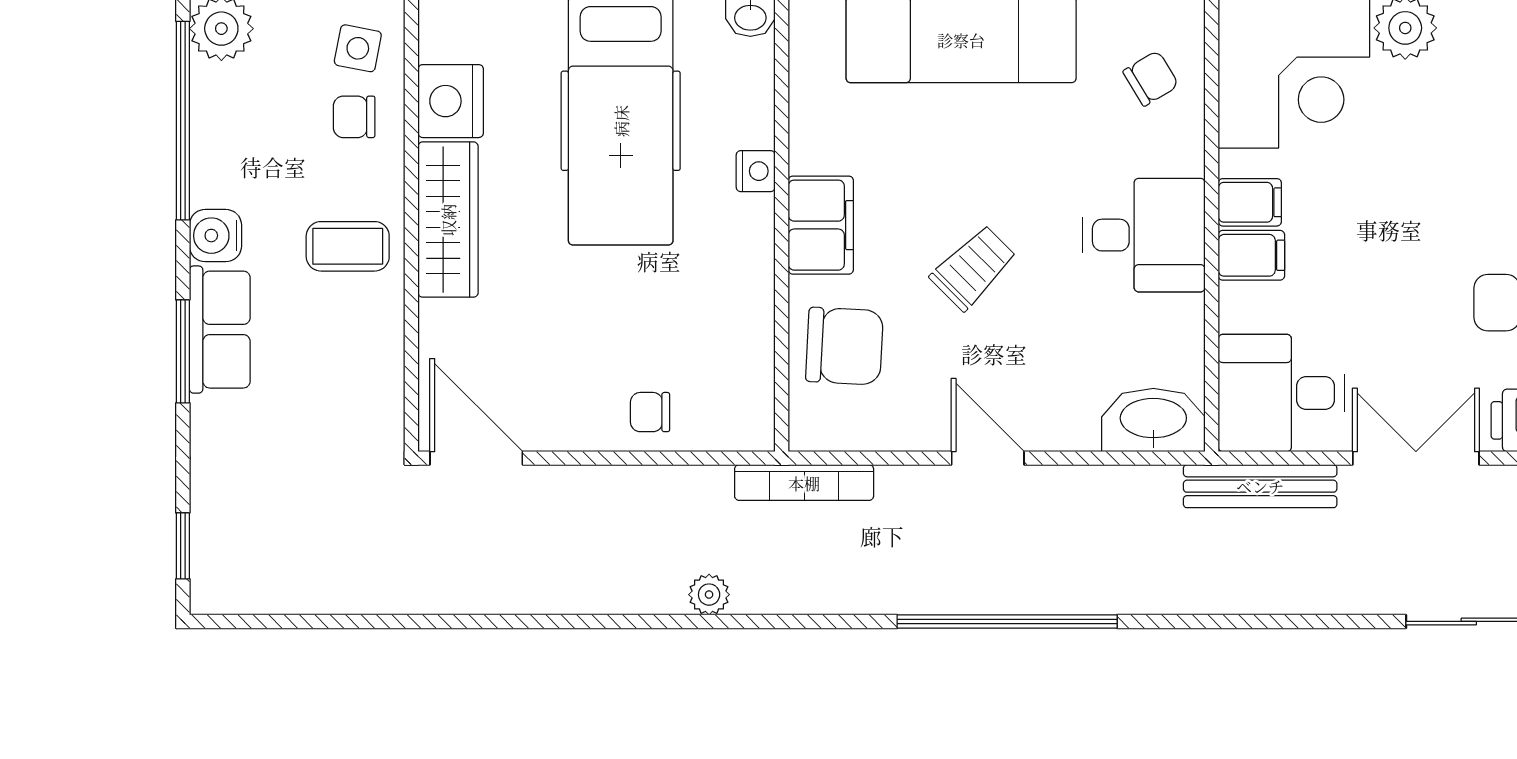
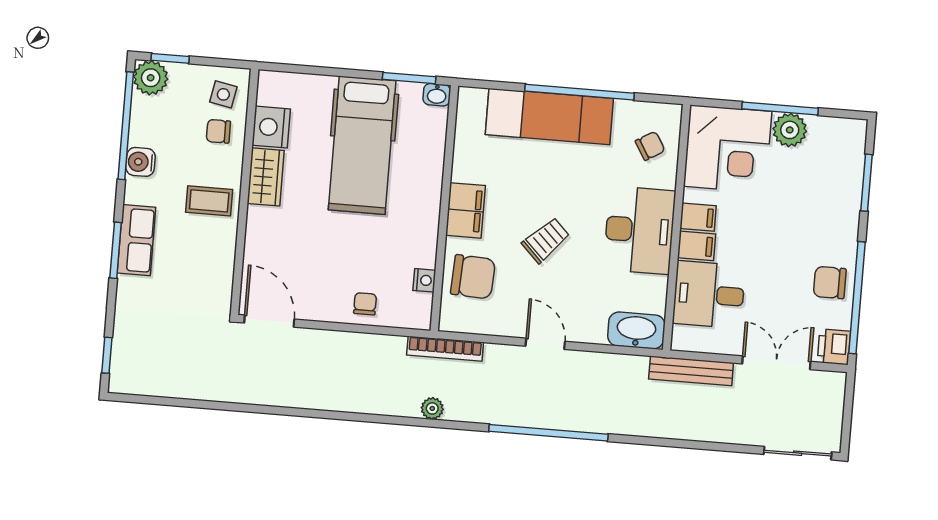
nightstand: (756, 171) -> (424, 280), moved
wardrobe: (448, 220) -> (266, 177), width x0.67
desk: (1144, 235) -> (639, 230), width x1.37
water cooler: (215, 236) -> (140, 162), moved
desk: (1281, 393) -> (709, 295), moved
chair: (650, 412) -> (365, 304), turned 90
plant: (709, 595) -> (432, 408), moved

